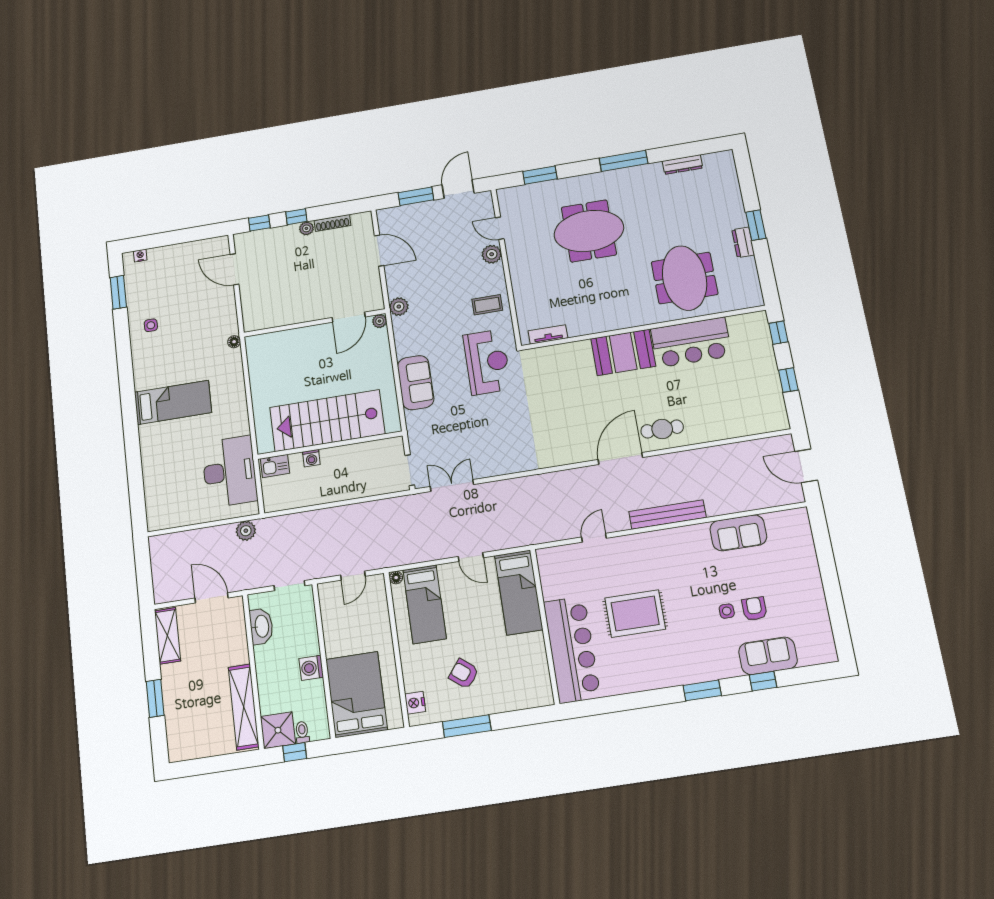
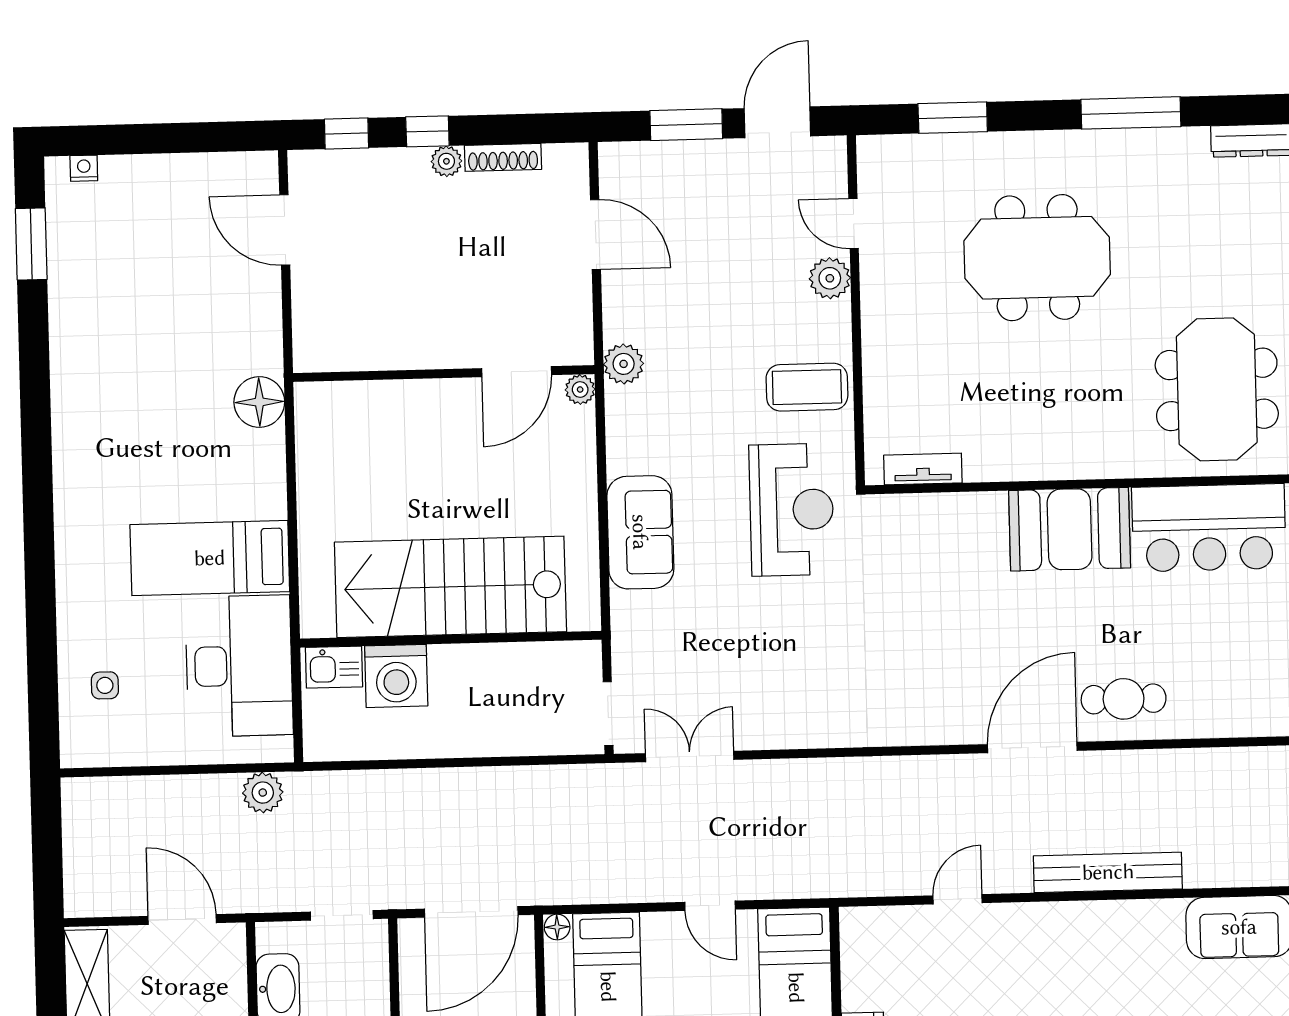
coffee table: (487, 305) -> (807, 387), width x1.36, depth x1.30
side table: (151, 325) -> (105, 685), moved
floor lamp: (234, 342) -> (259, 402), width x1.89, depth x1.89
bed: (173, 402) -> (210, 558), moved, turned 180
washing machine: (311, 458) -> (396, 676), width x1.89, depth x1.89
door: (353, 576) -> (471, 912), width x1.88

